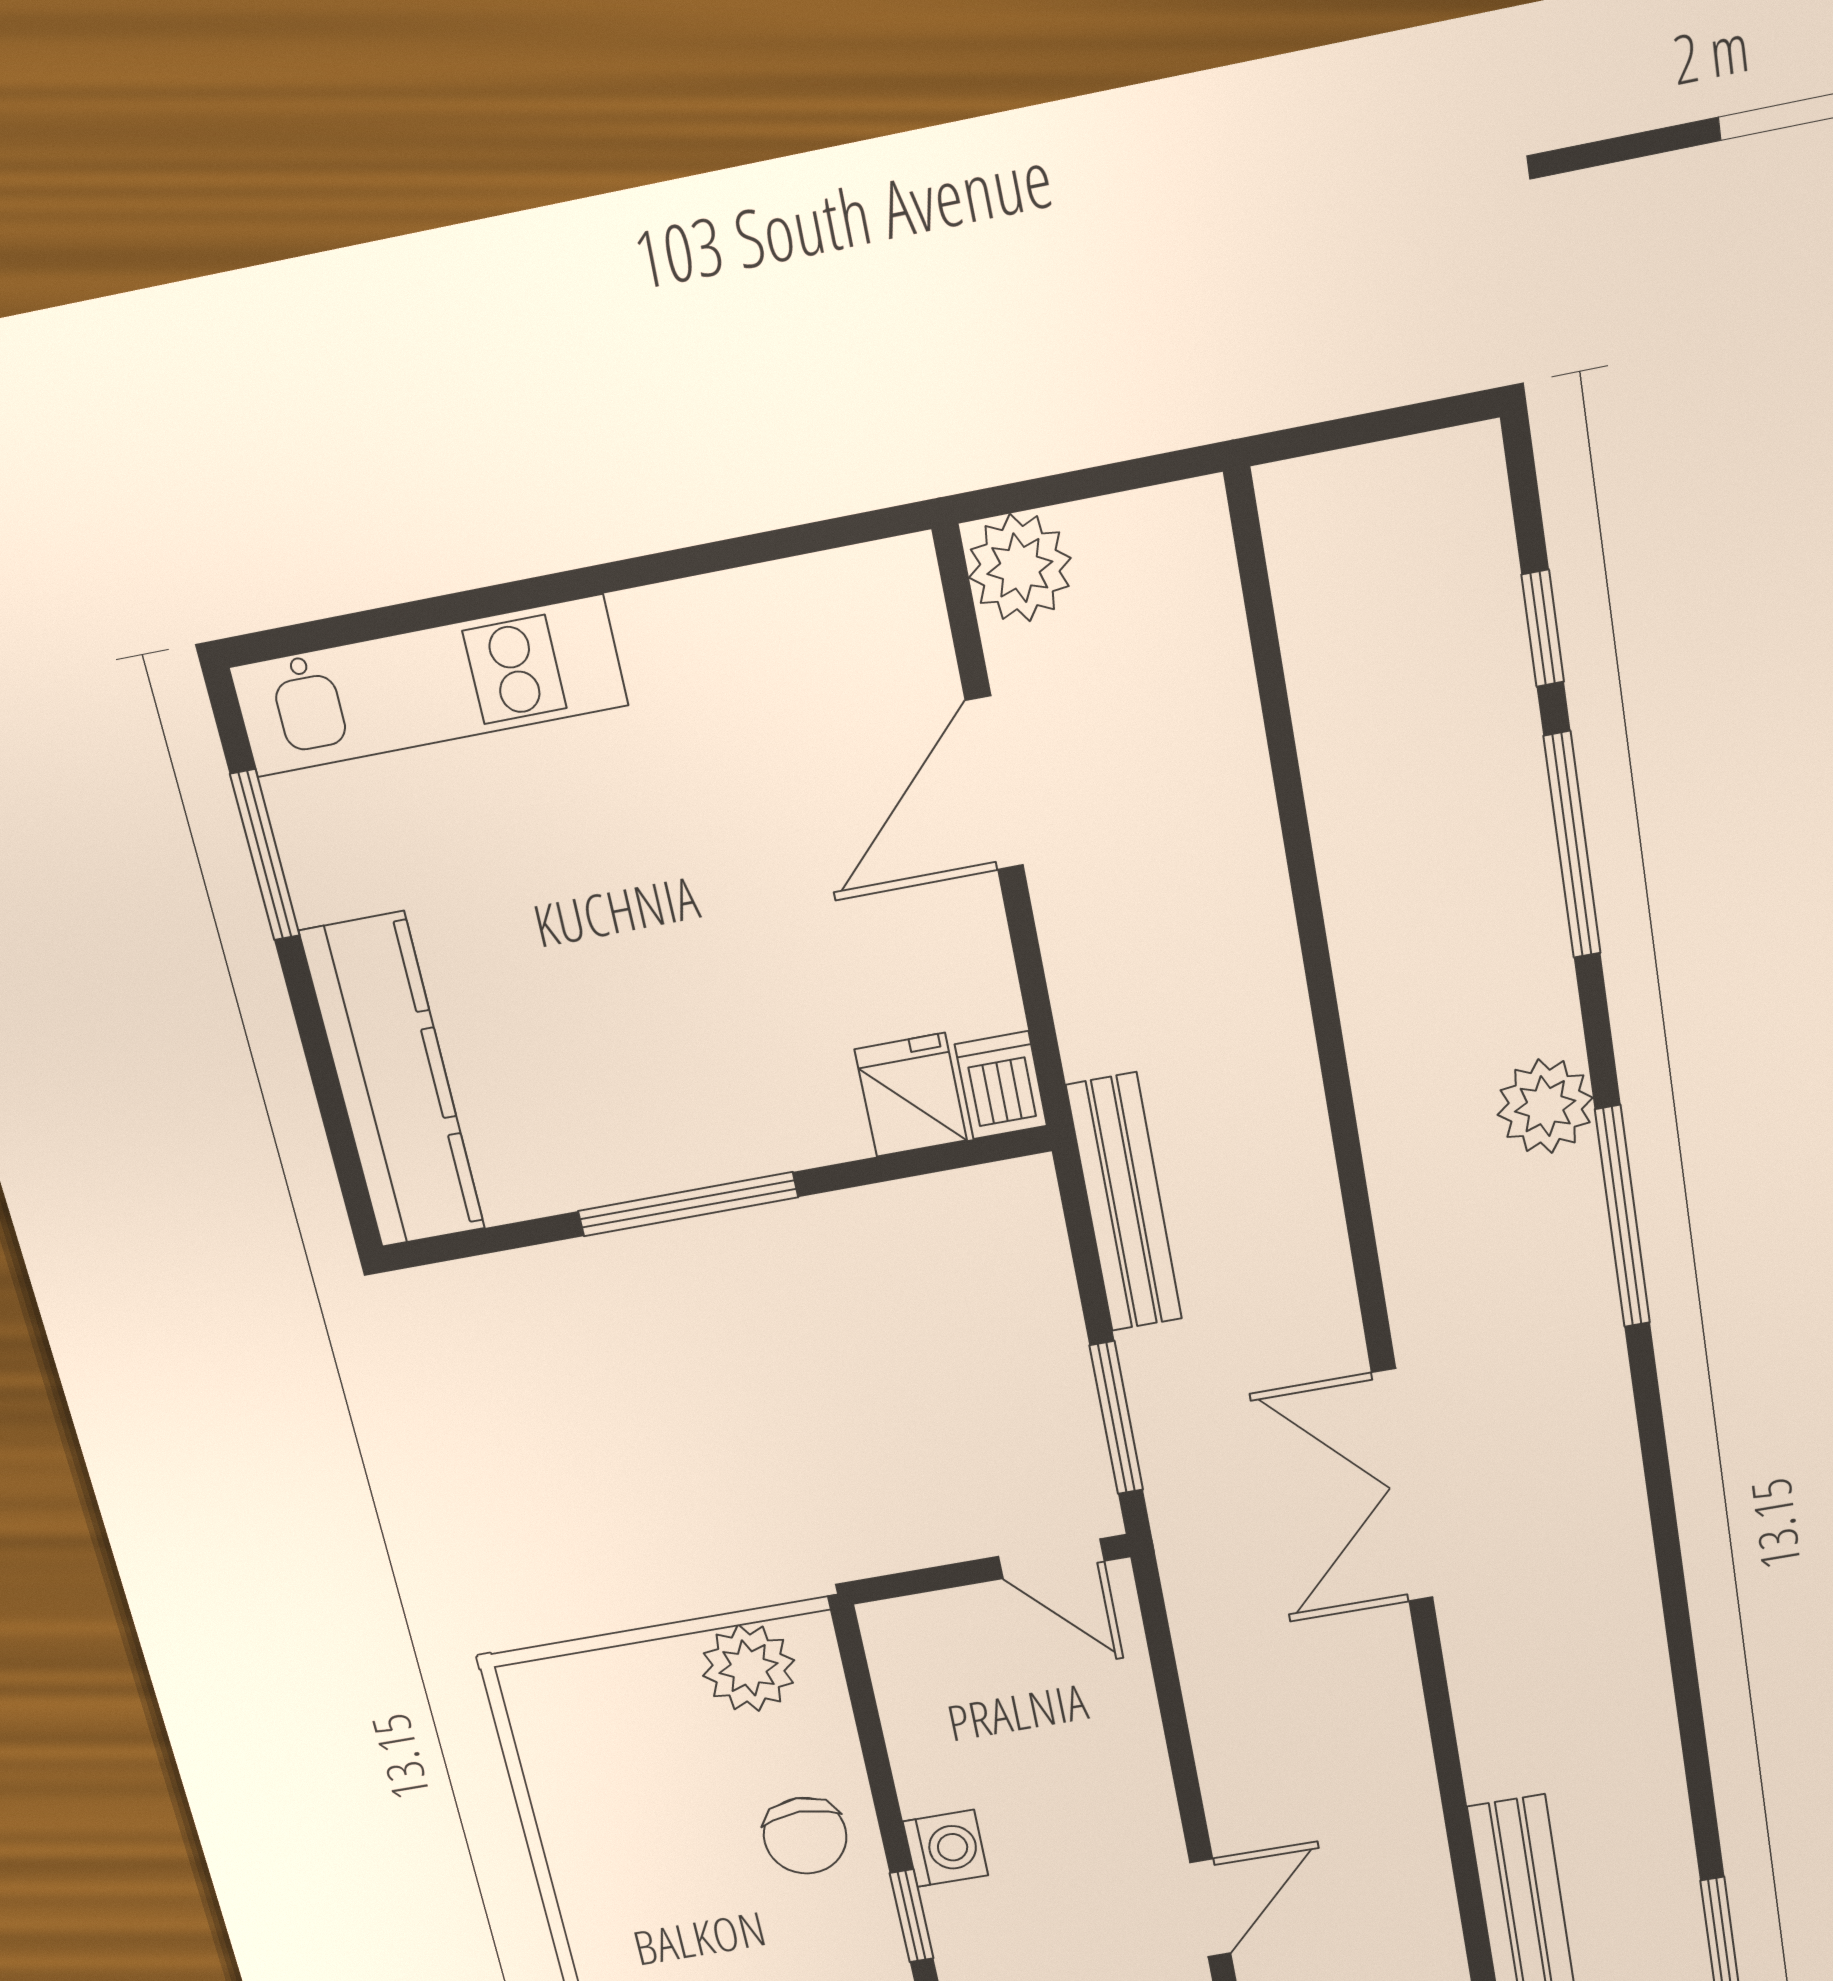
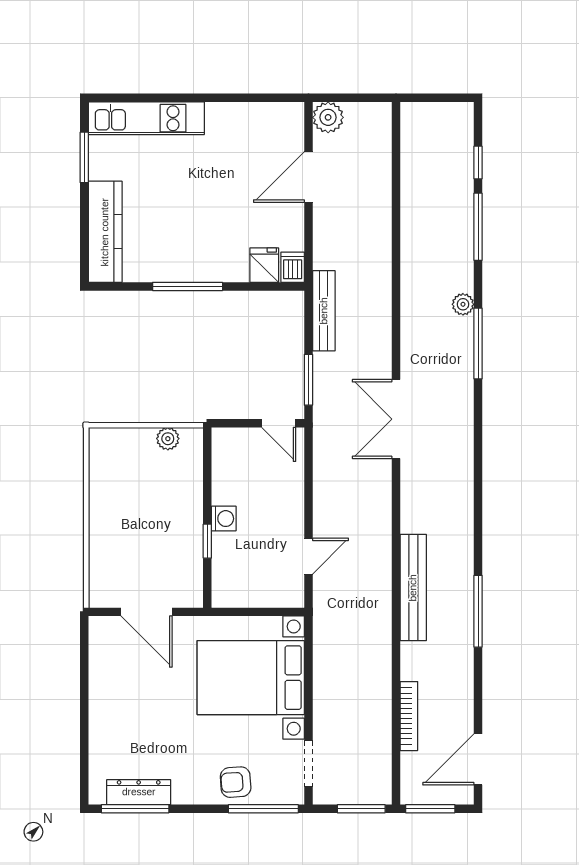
plant: (1545, 1106) -> (463, 304), width x0.73, depth x0.73
plant: (749, 1668) -> (168, 439), width x0.73, depth x0.73
chair: (805, 1836) -> (178, 506), removed

